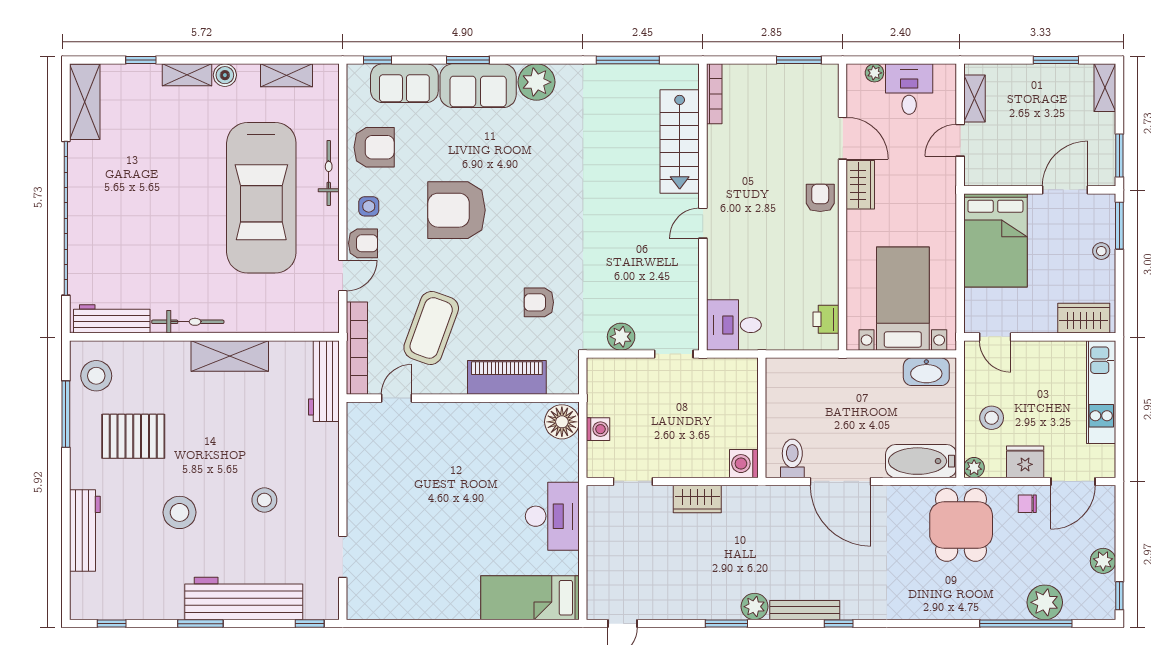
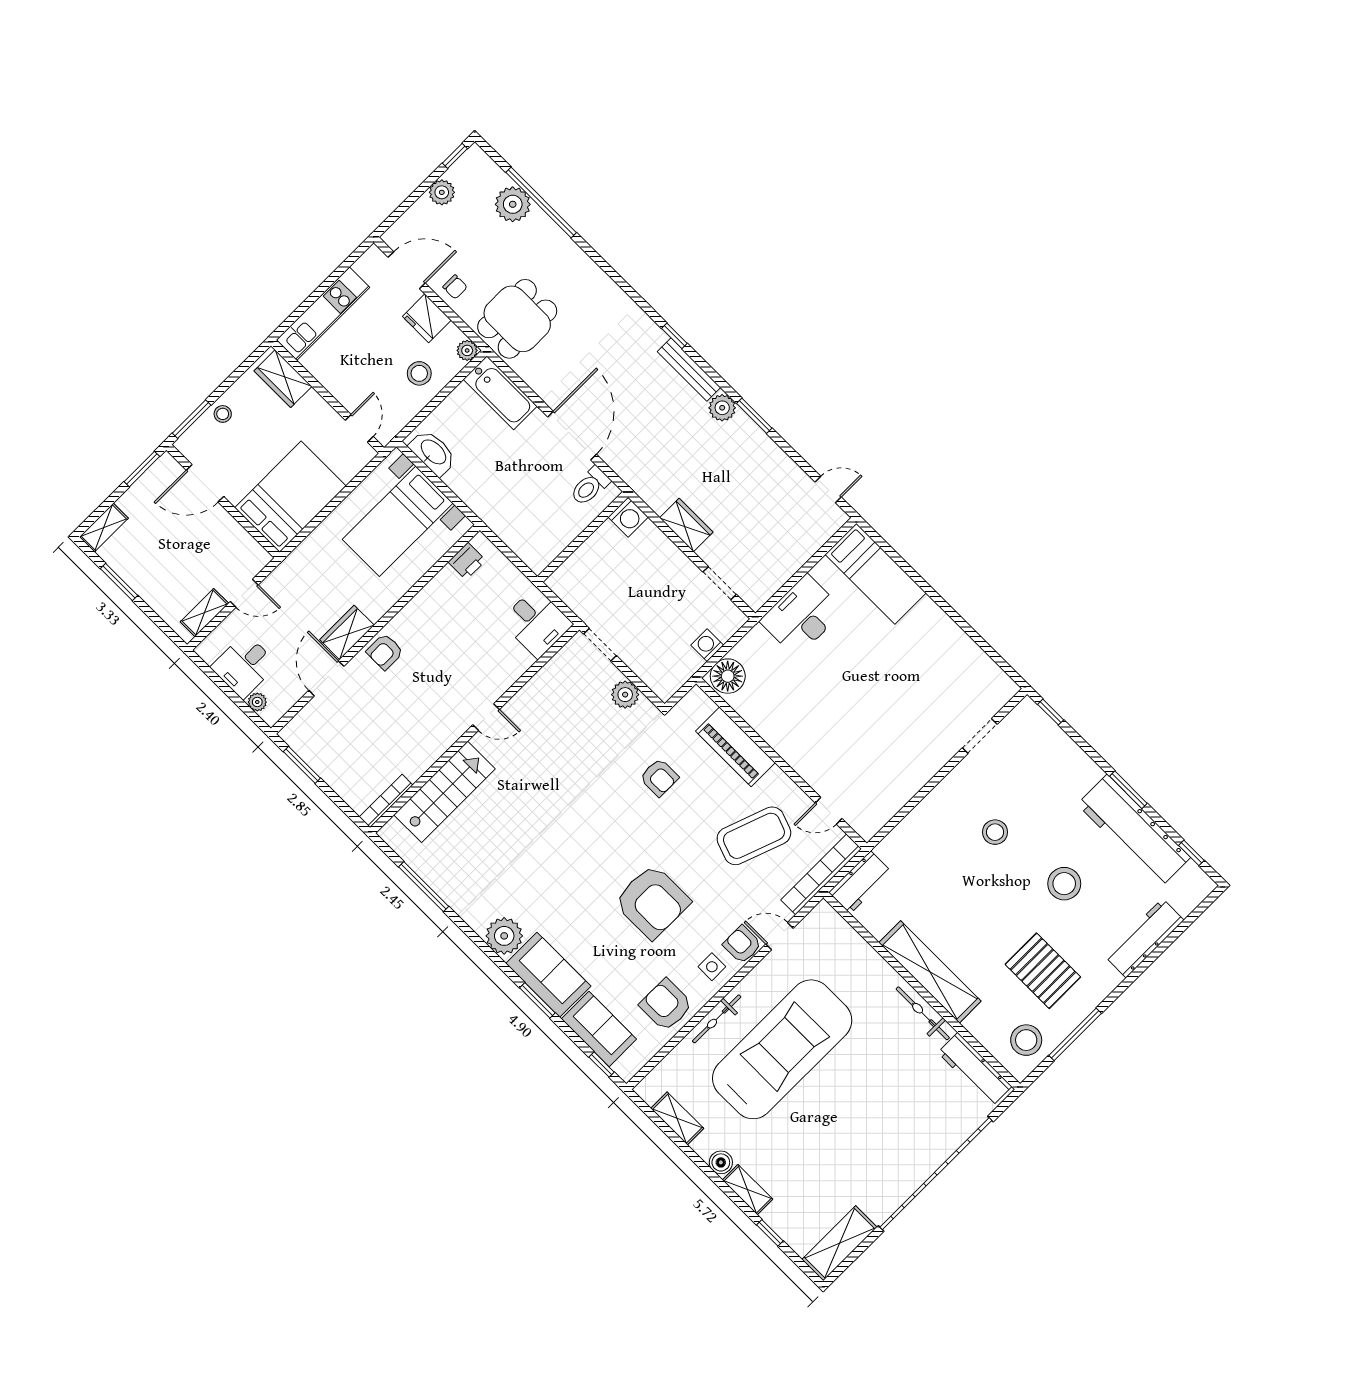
shelving: (230, 356) -> (930, 972), width x1.47
workbench: (324, 381) -> (860, 882), width x0.73
workbench: (244, 598) -> (1134, 831), moved

